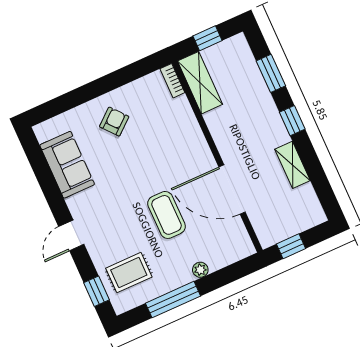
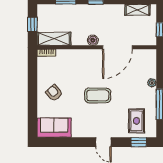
boiler: (226, 145) -> (93, 40), added
sofa: (67, 165) -> (54, 128), moved
shelving: (292, 165) -> (138, 10), moved
coffee table: (167, 215) -> (98, 95), moved

